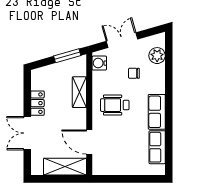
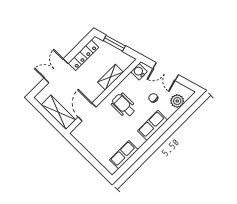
double door: (122, 40) -> (166, 72), swing flipped
window: (67, 56) -> (114, 43), moved
locker: (37, 103) -> (83, 55), width x1.53
row of seats: (157, 112) -> (153, 125), moved

